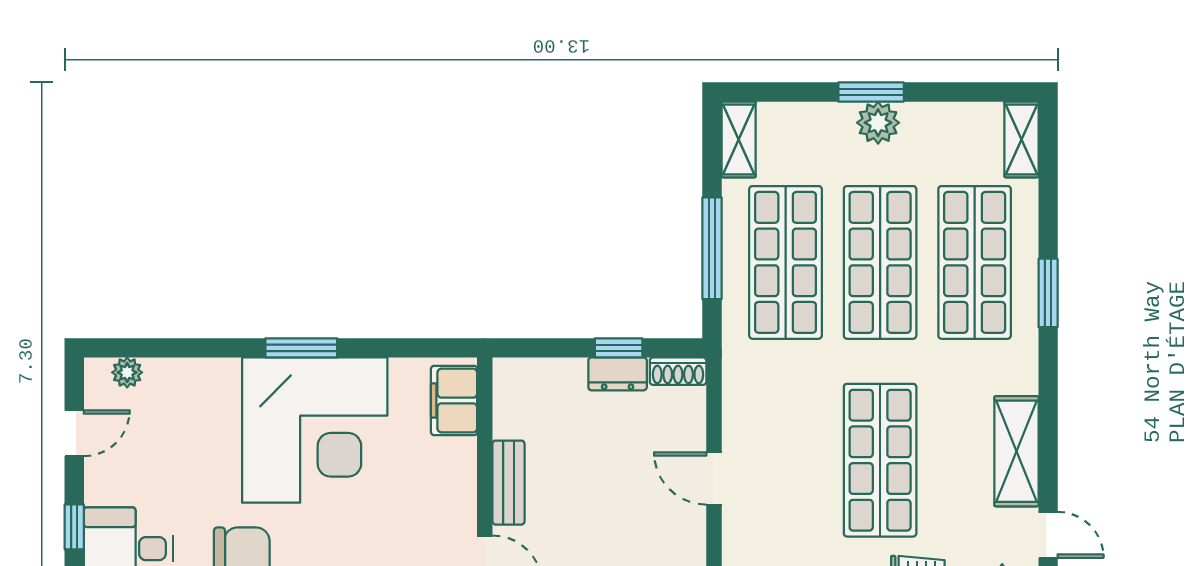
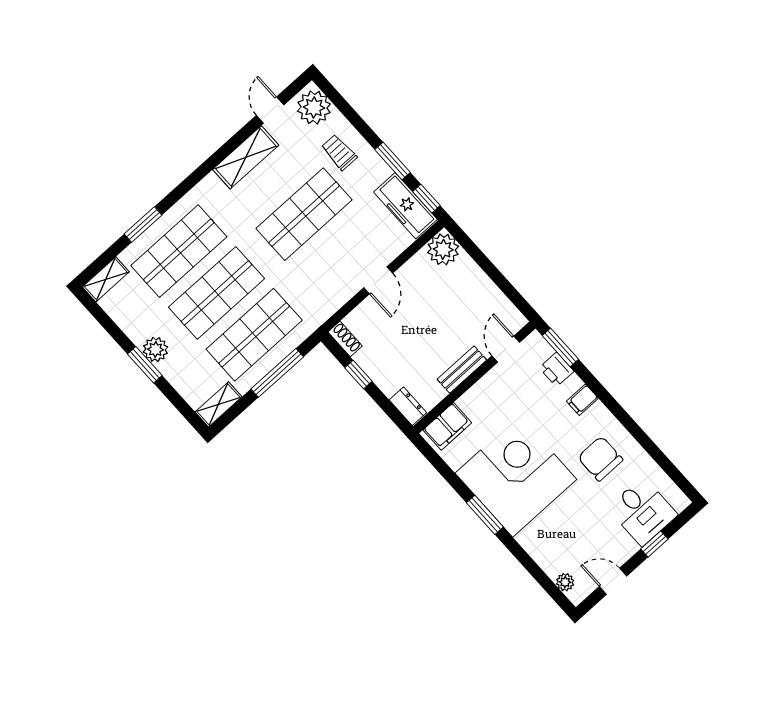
window: (1048, 293) -> (143, 225), moved
dresser: (618, 374) -> (408, 406), moved

